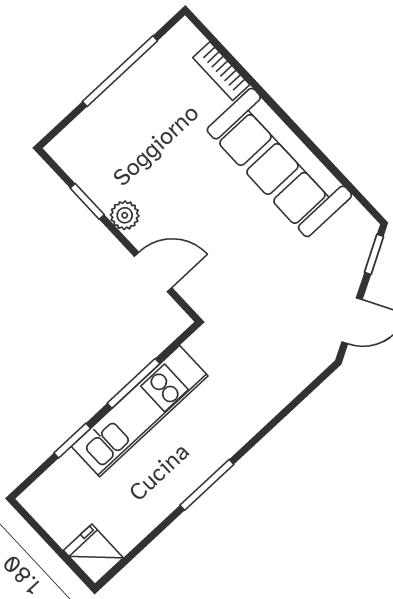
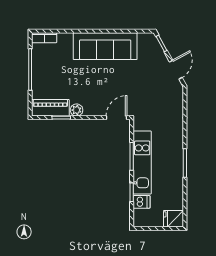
bookcase: (221, 71) -> (44, 38), moved
piano: (87, 167) -> (50, 108), added
door: (153, 272) -> (116, 118), moved
dishwasher: (71, 473) -> (142, 202), added

